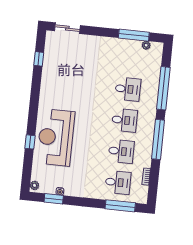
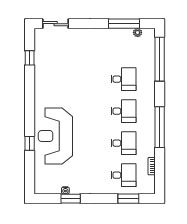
window: (163, 88) -> (160, 59), moved
plant: (34, 185) -> (39, 187), removed
window: (54, 199) -> (71, 199), moved
window: (120, 206) -> (128, 199), width x0.69

